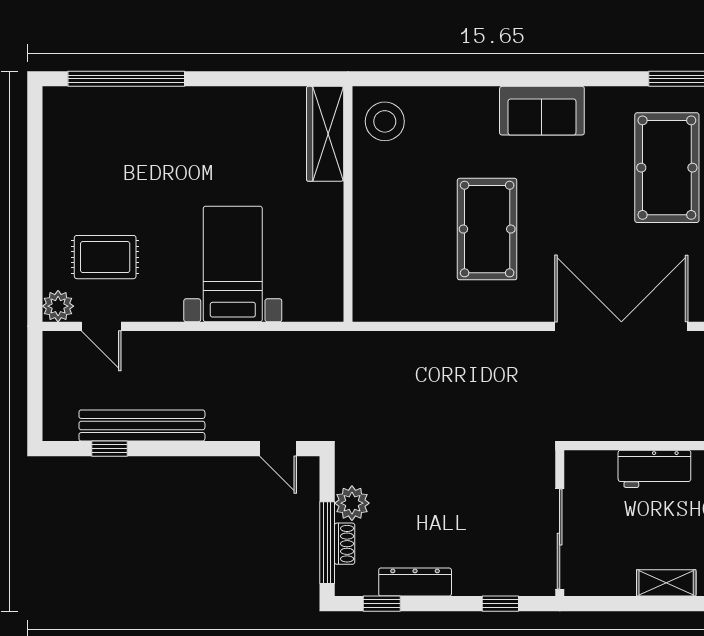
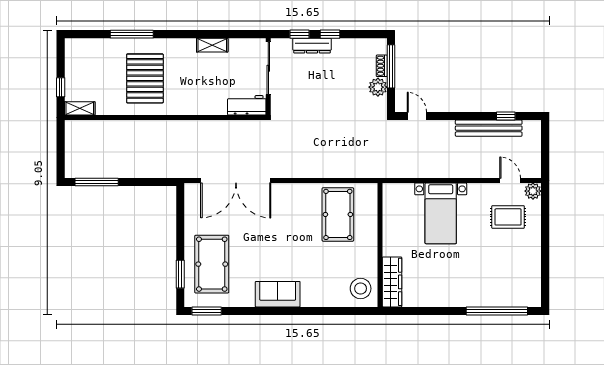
pool table: (487, 229) -> (338, 214), moved
workbench: (654, 469) -> (247, 105), moved
dresser: (415, 582) -> (312, 46), moved
window: (382, 604) -> (330, 34), moved

